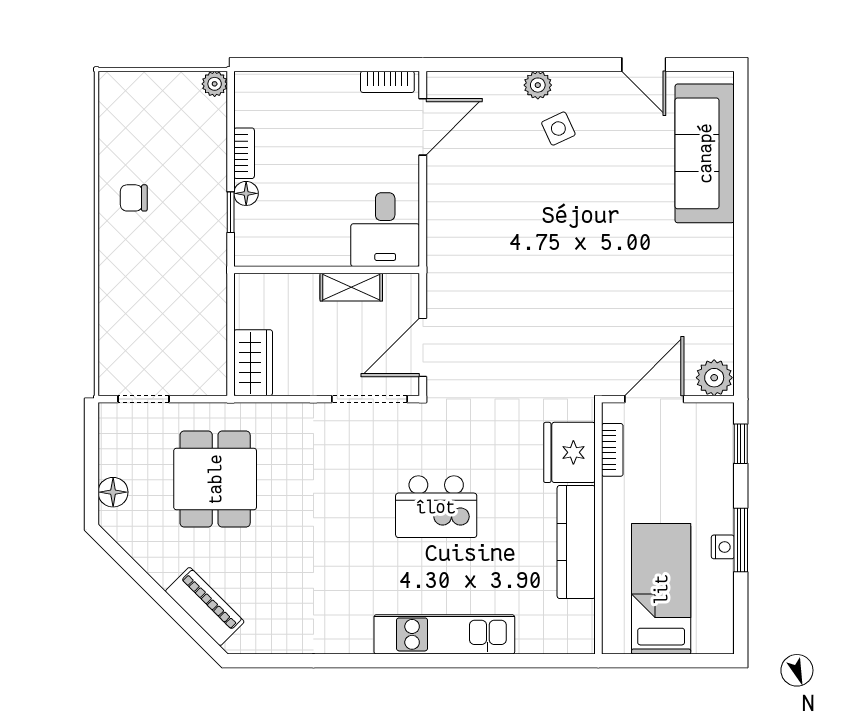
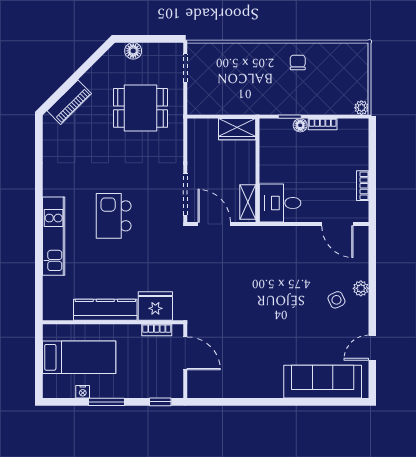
bookcase: (387, 82) -> (363, 186), moved
shelving: (351, 287) -> (248, 202), moved
wardrobe: (253, 363) -> (237, 129), moved
plant: (714, 378) -> (197, 387), removed
kitchen island: (436, 507) -> (114, 216), moved
nightstand: (723, 547) -> (83, 392), moved

